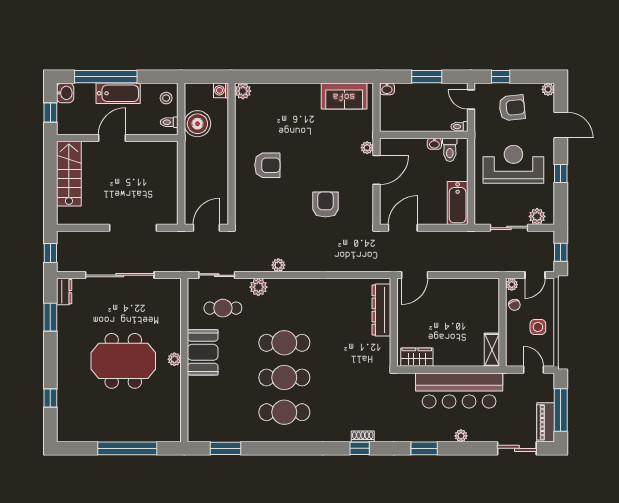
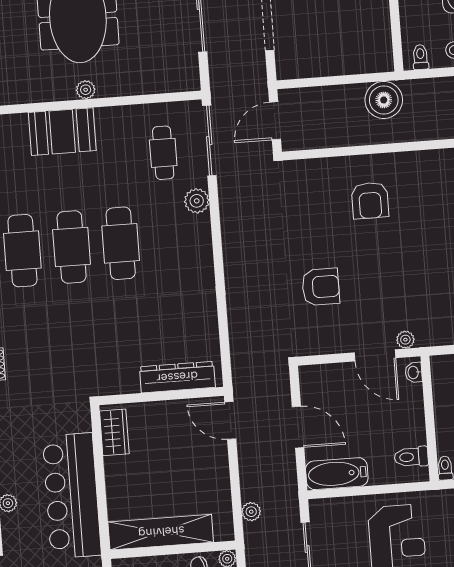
boiler: (197, 124) -> (384, 100), moved
washbasin: (434, 144) -> (414, 372), moved
door: (206, 228) -> (275, 121), swing flipped
door: (403, 228) -> (298, 427), moved
plant: (278, 265) -> (251, 512), moved
sliding door: (217, 275) -> (209, 141), width x1.37
shelving: (492, 350) -> (161, 532), width x2.20, depth x1.33
booth: (203, 352) -> (62, 132), moved

